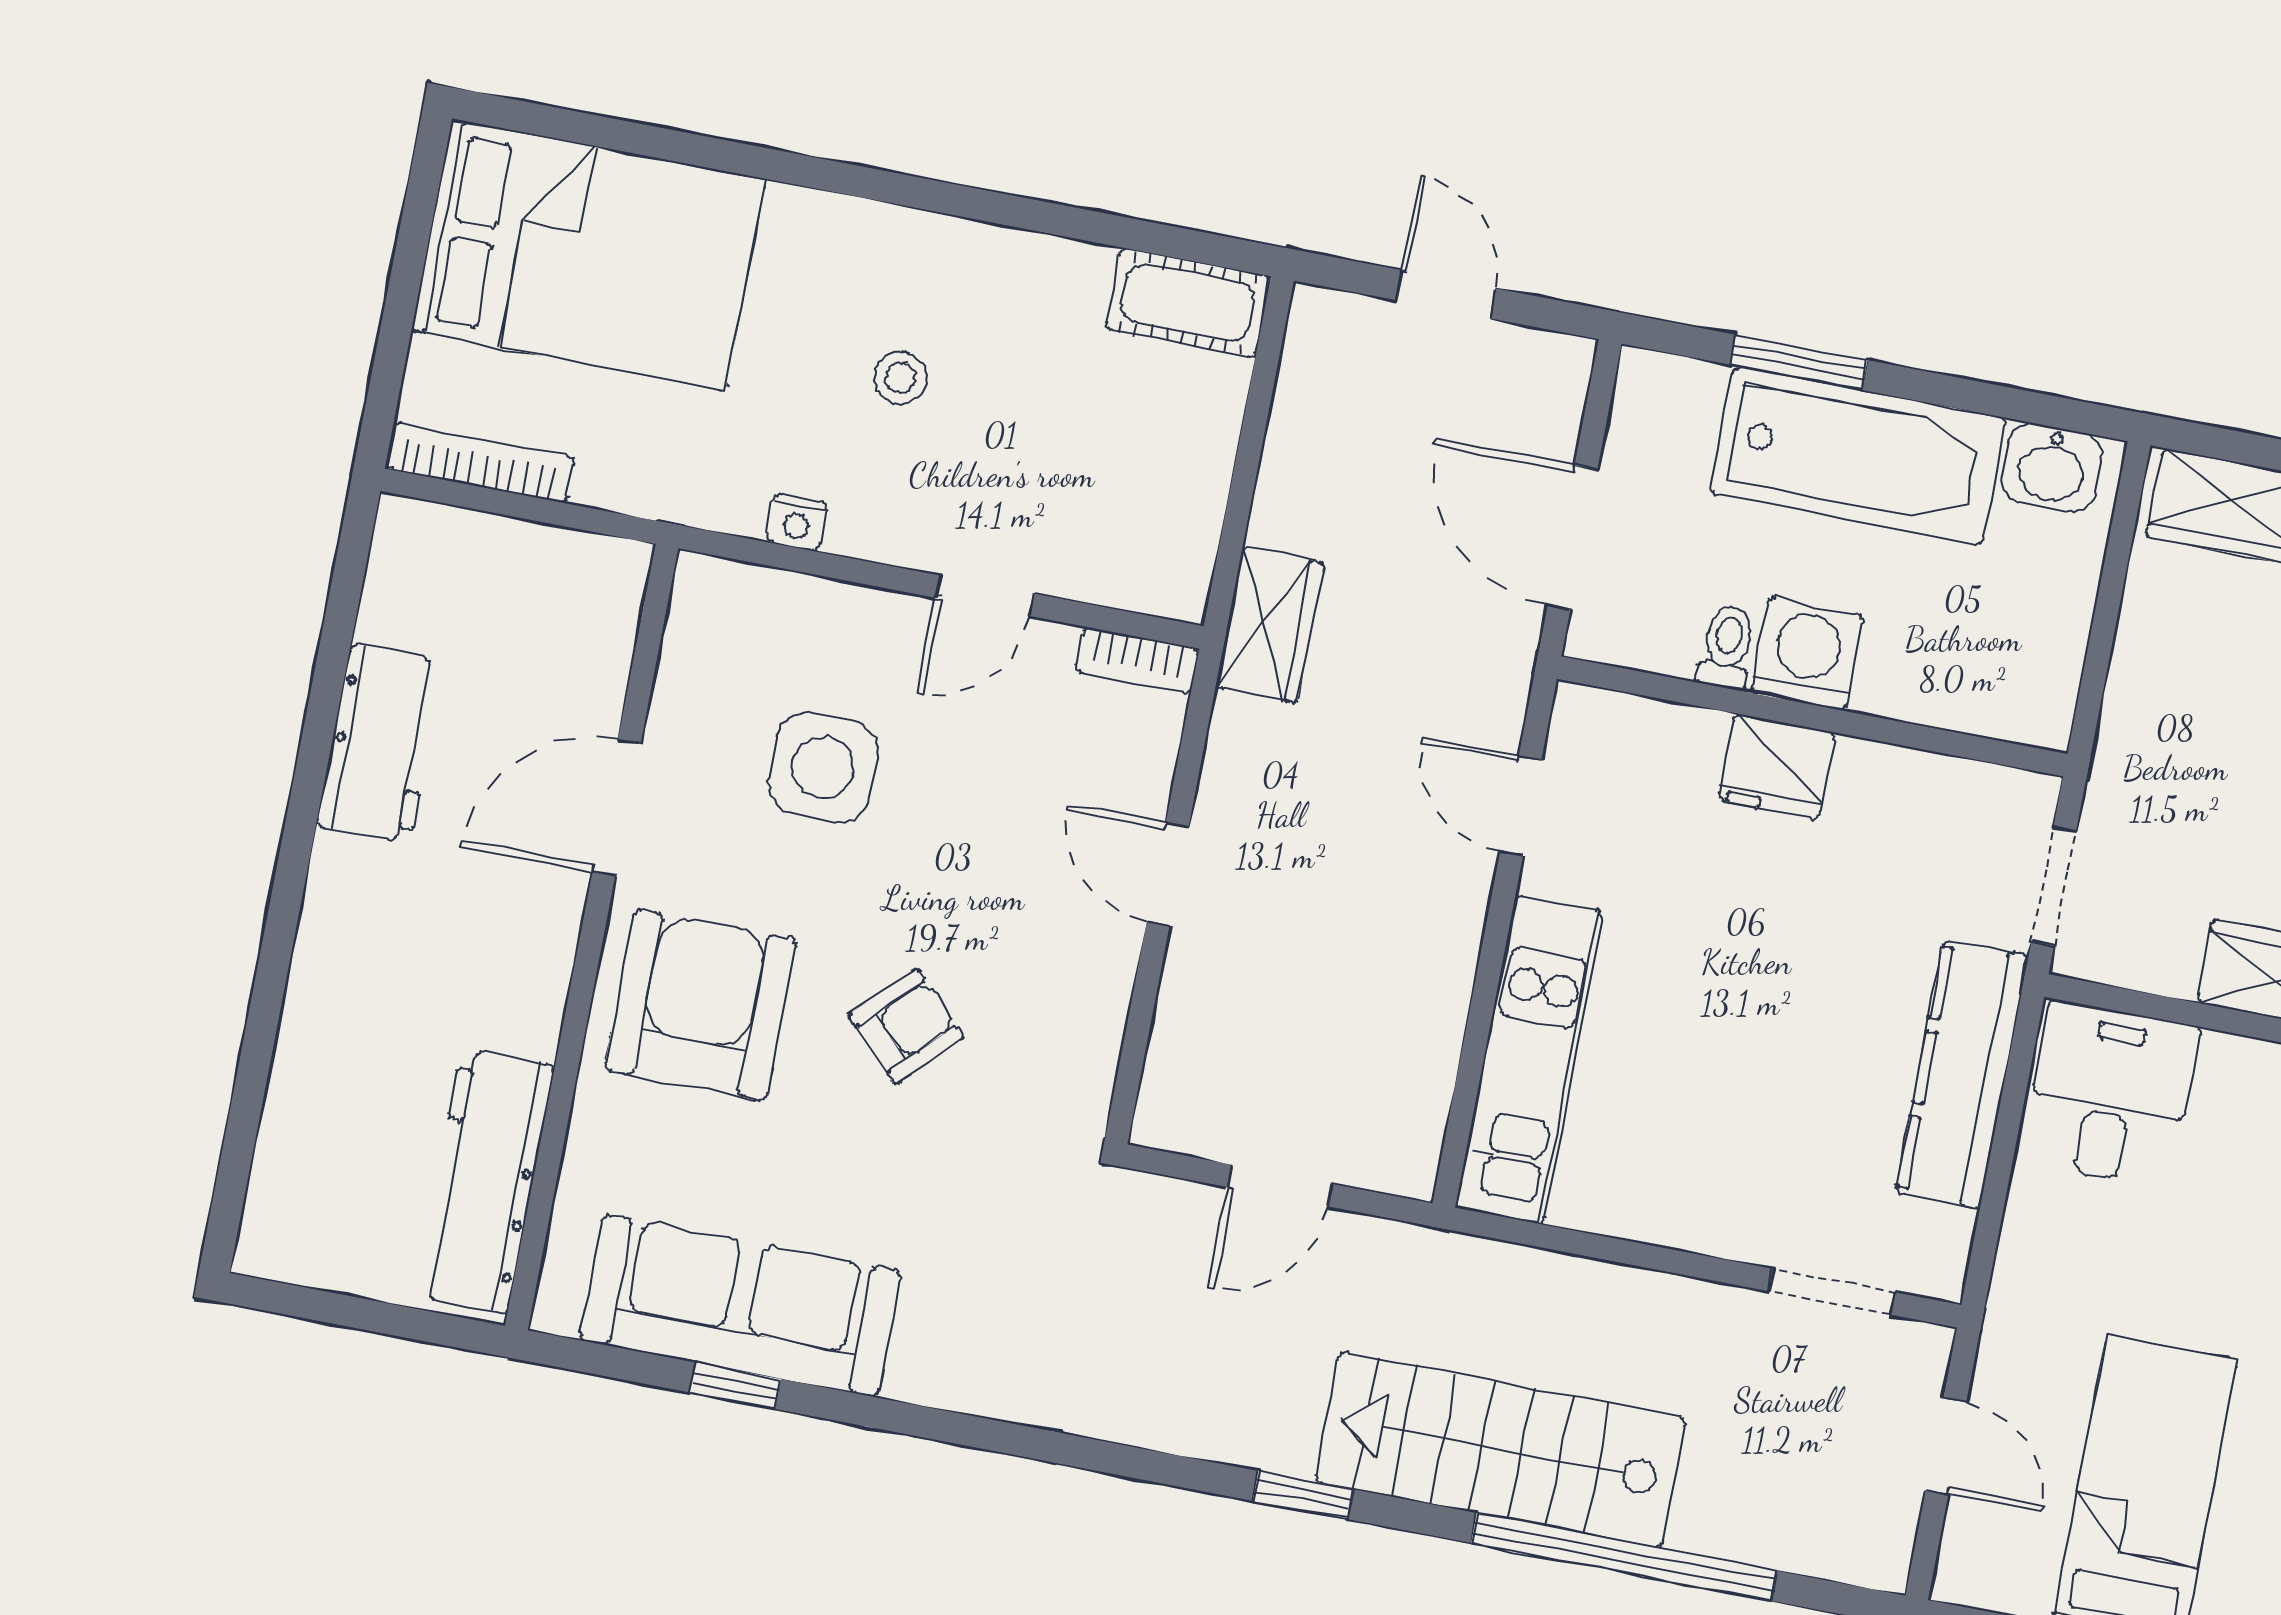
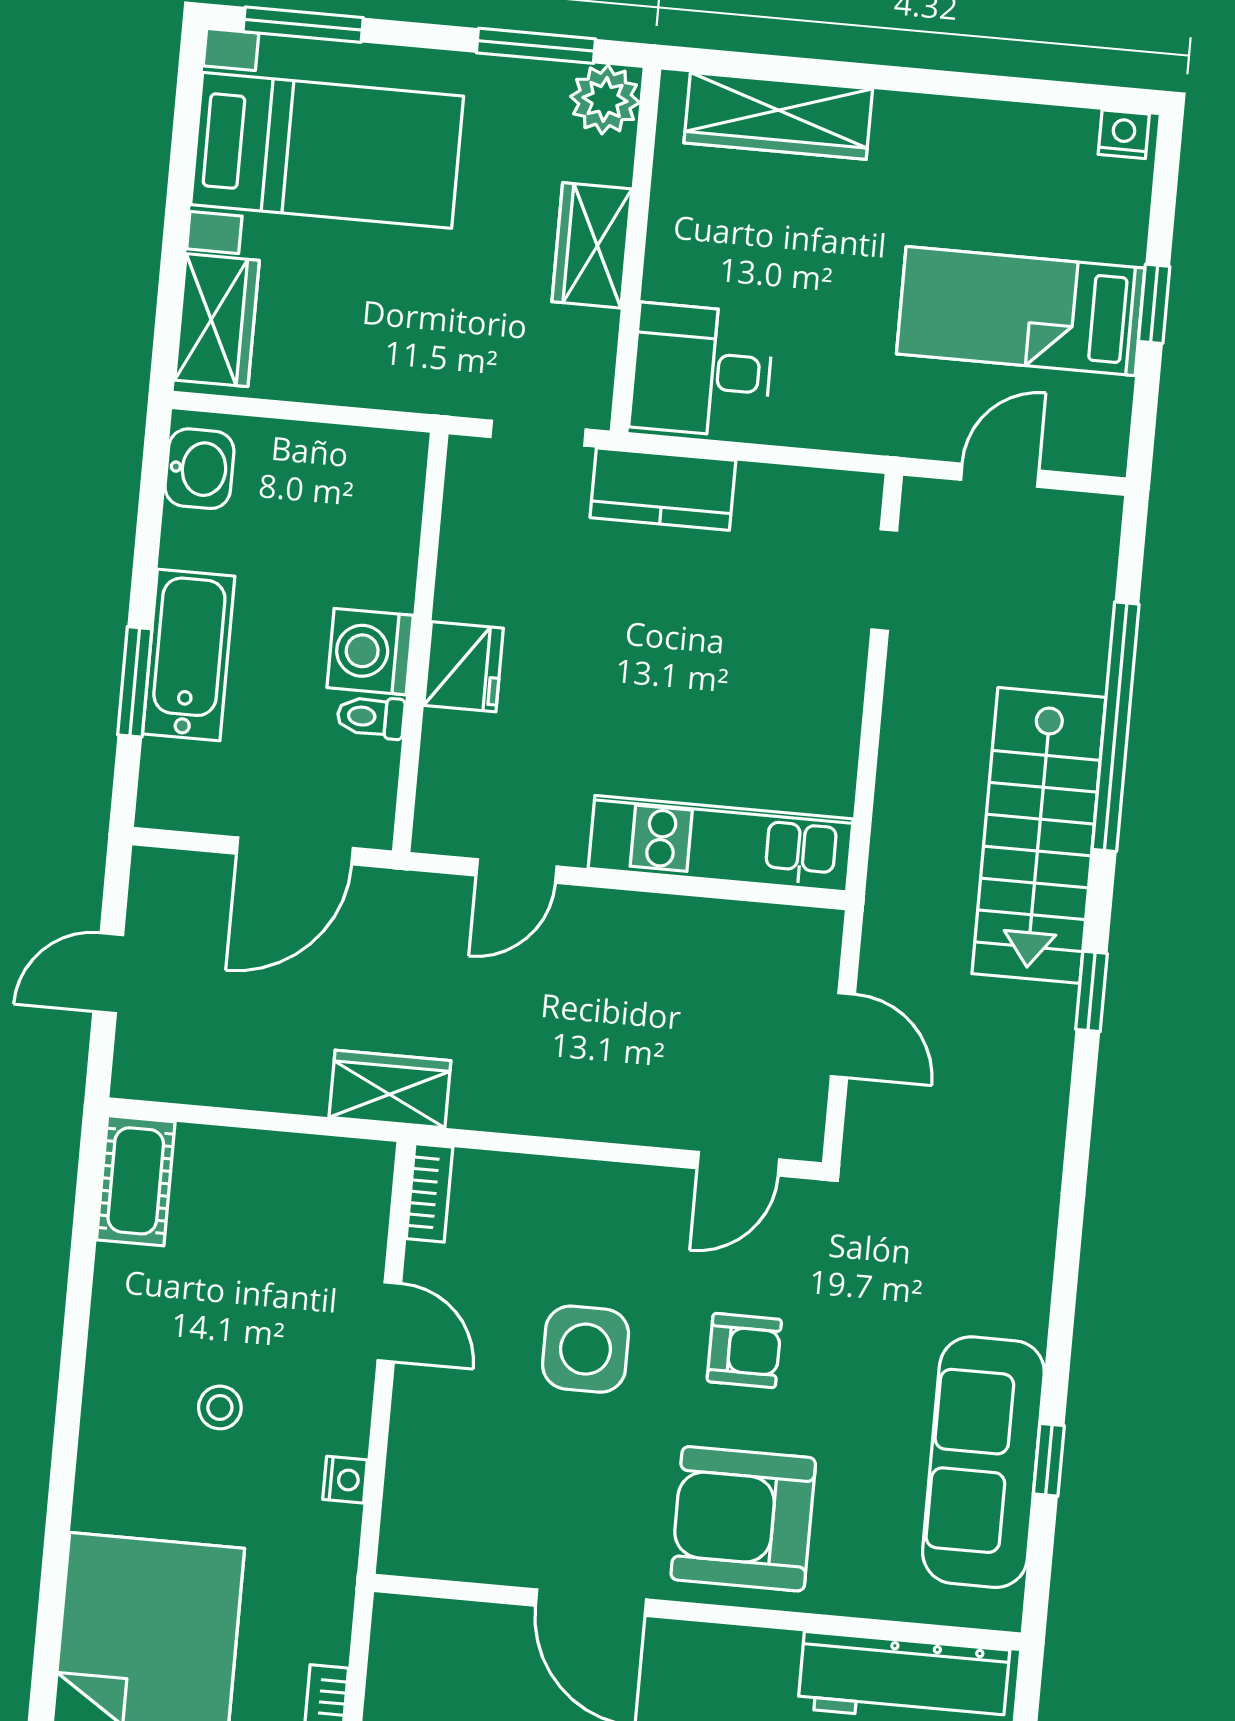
bathtub: (1858, 456) -> (189, 655), width x0.73, depth x0.73
side table: (823, 767) -> (586, 1349), moved
door: (1168, 874) -> (738, 1164), moved
armchair: (906, 1026) -> (744, 1351), turned 135
kitchen counter: (1962, 1074) -> (663, 489), width x0.67

